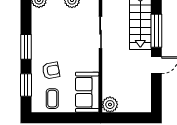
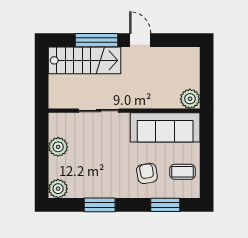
window: (26, 47) -> (100, 205), moved
sofa: (87, 92) -> (165, 127), width x1.36

